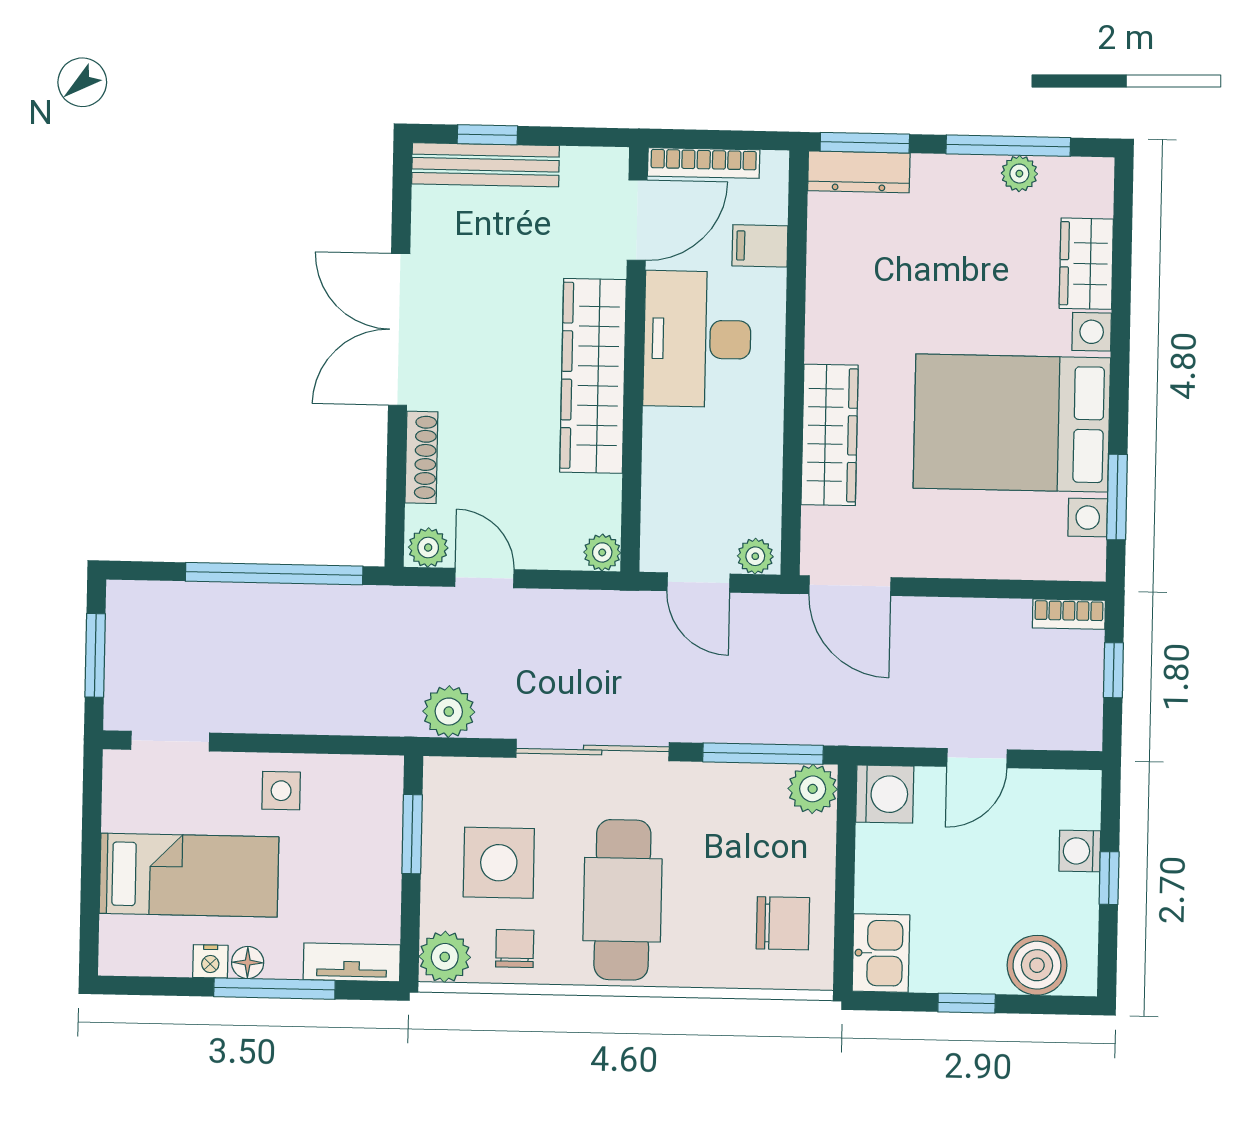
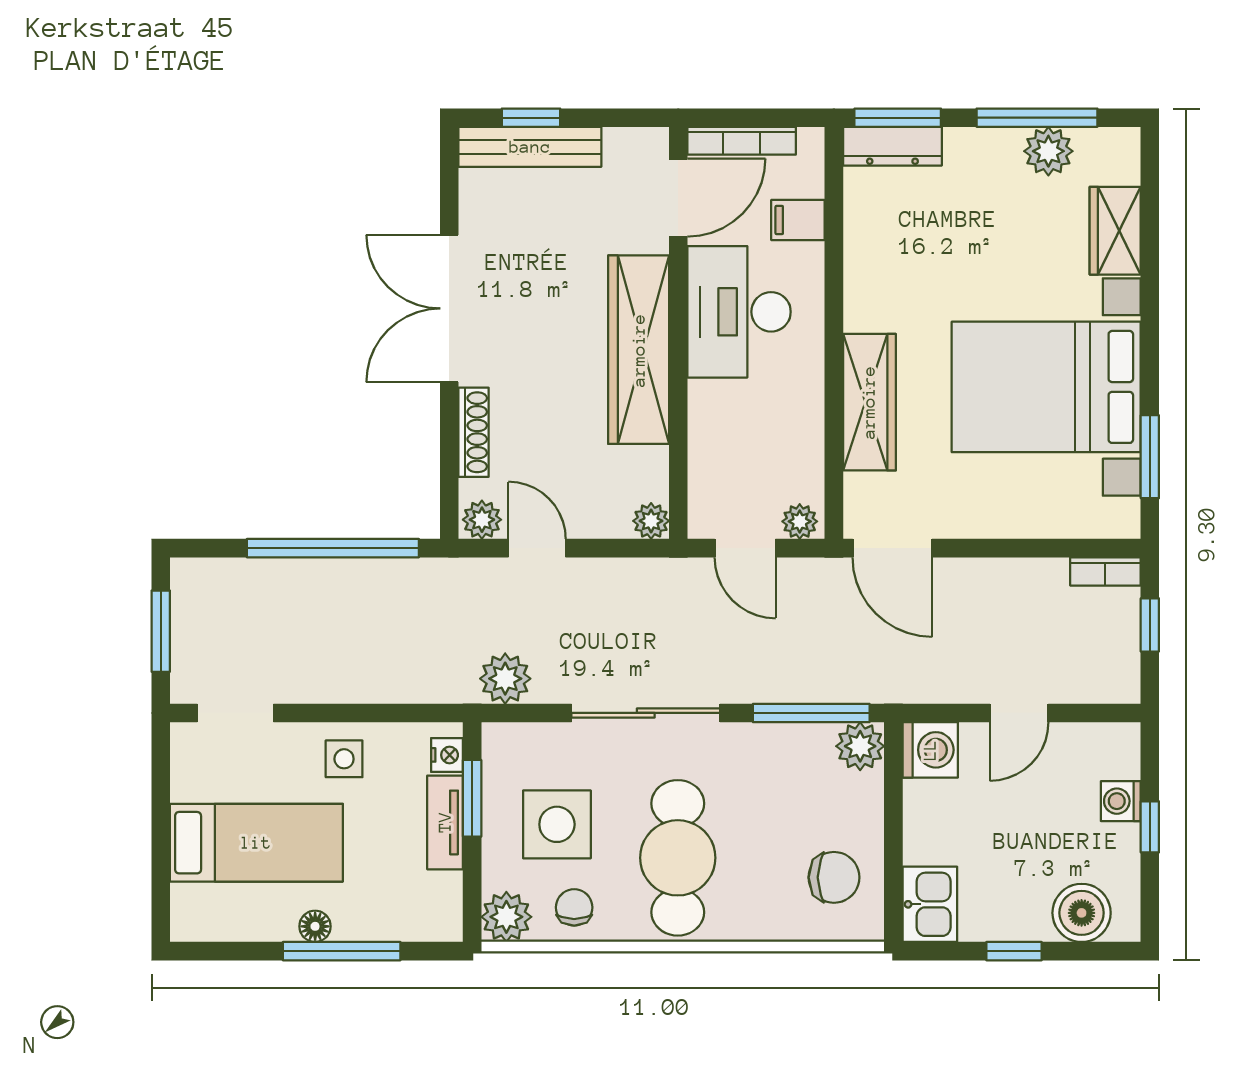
plant: (1019, 174) -> (1048, 151), width x1.38, depth x1.38
nightstand: (210, 961) -> (447, 755), moved, turned -90
tv unit: (352, 962) -> (445, 822), moved, turned -90

